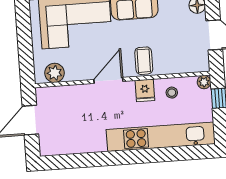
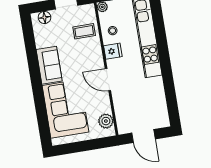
coffee table: (144, 61) -> (84, 31), moved

